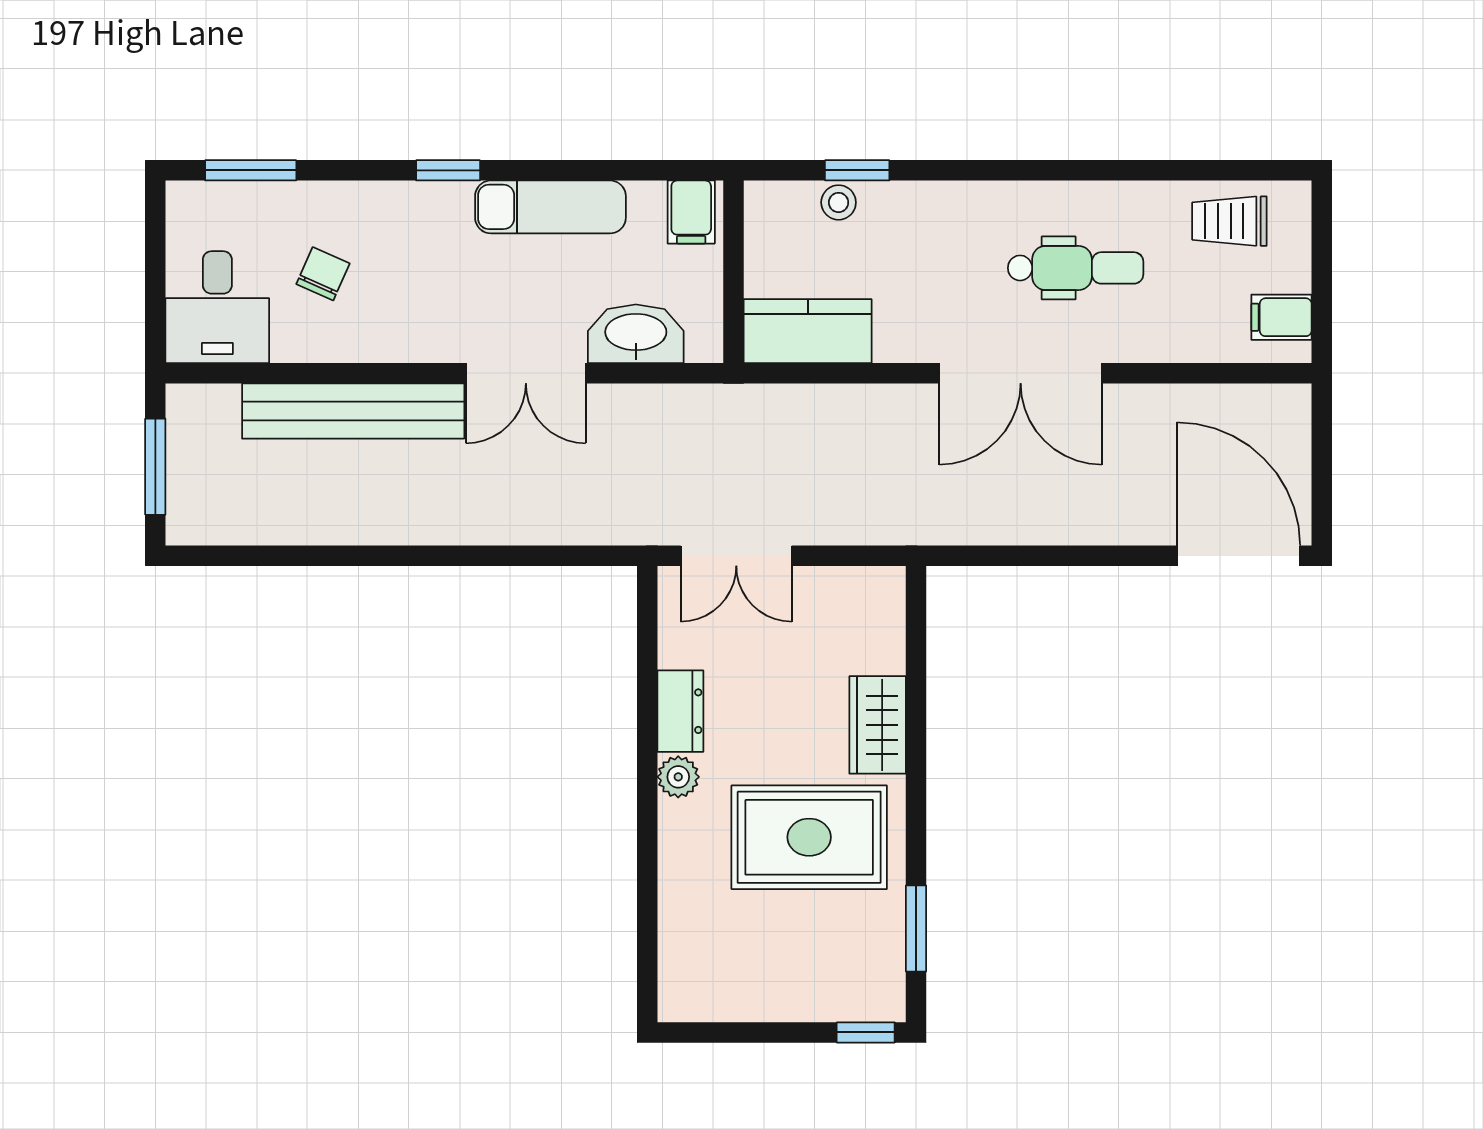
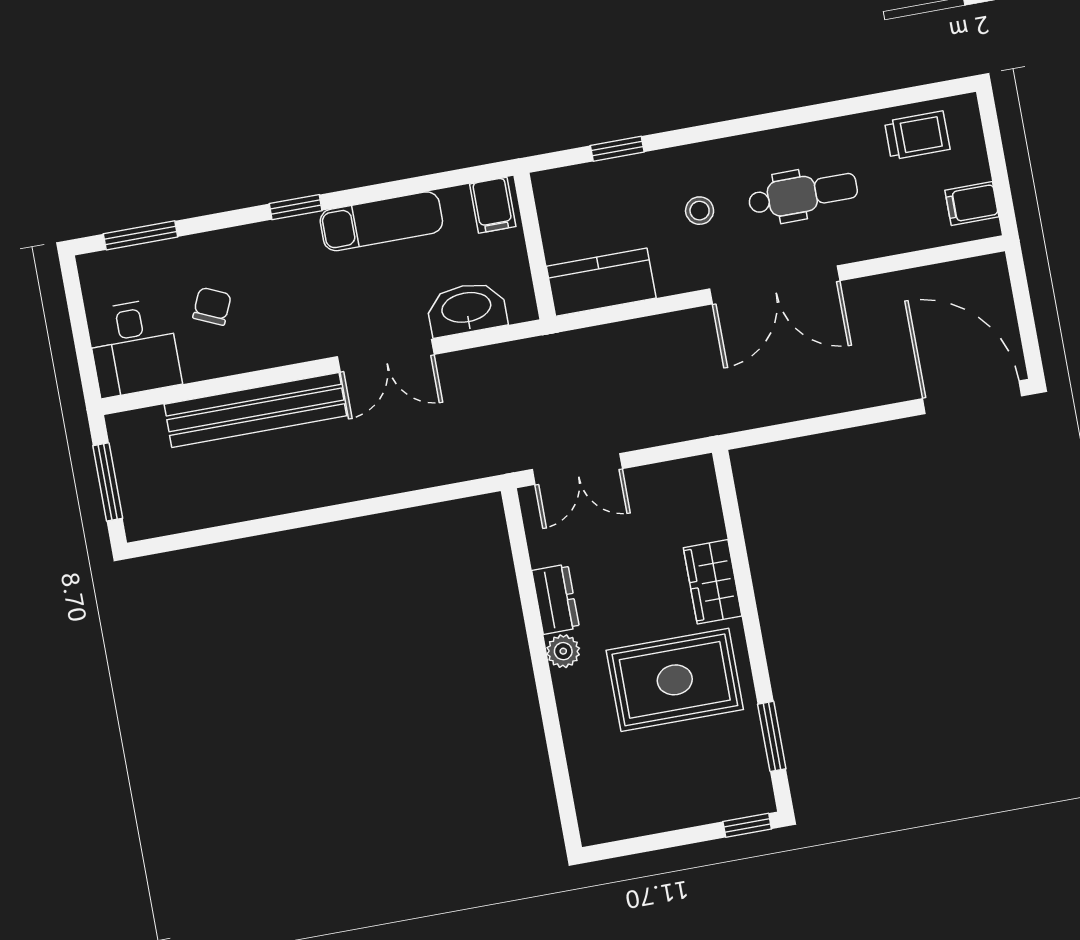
stool: (839, 202) -> (700, 211), moved
trolley: (1229, 221) -> (917, 135), turned 180

